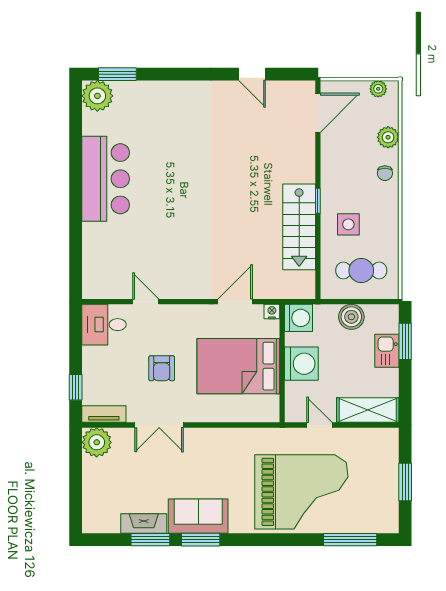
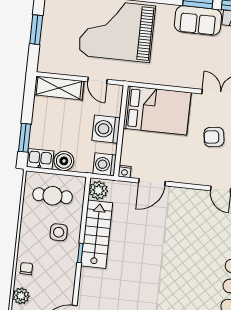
plant: (303, 284) -> (98, 190), added
kitchen sink: (387, 351) -> (40, 159), moved, turned -90
bed: (238, 366) -> (157, 110), moved
armchair: (162, 368) -> (214, 137), turned -98

